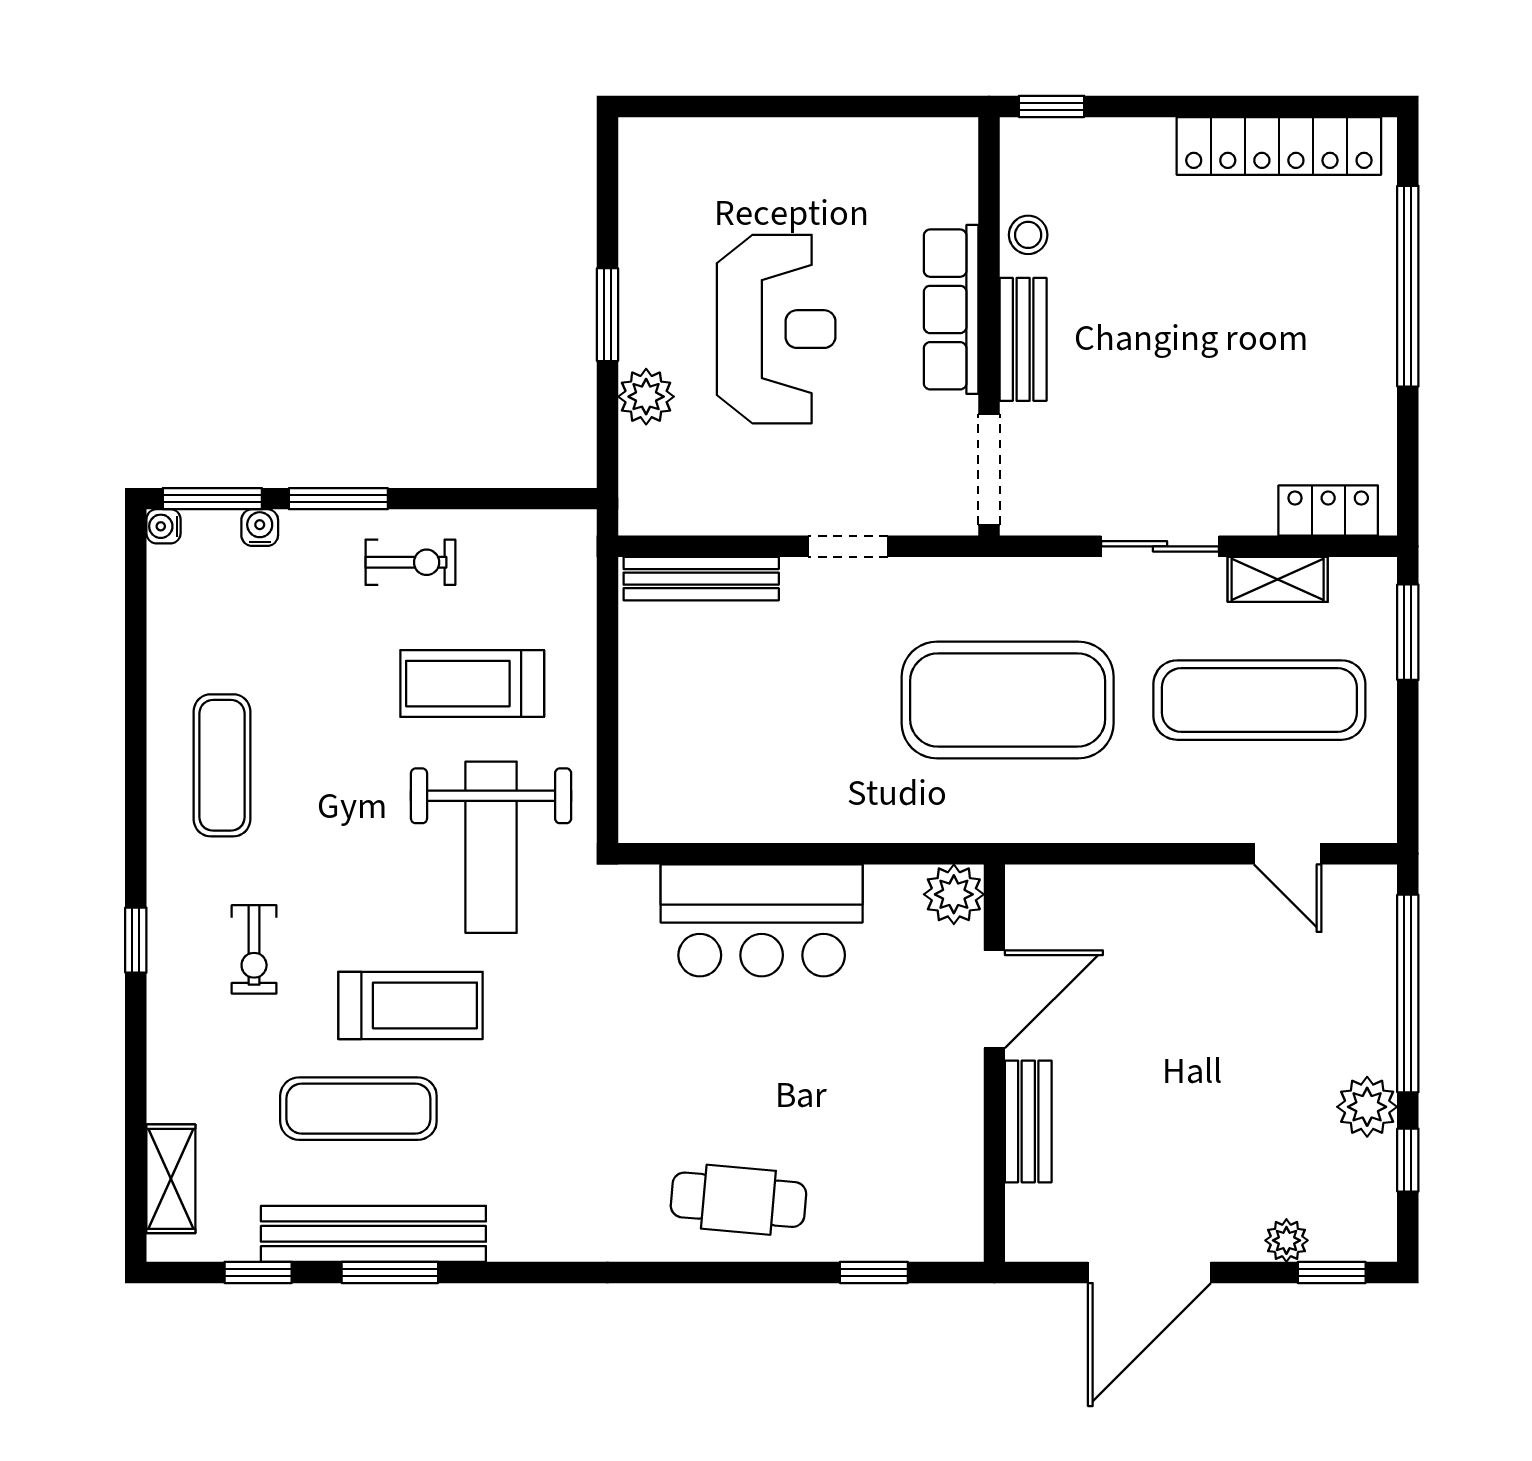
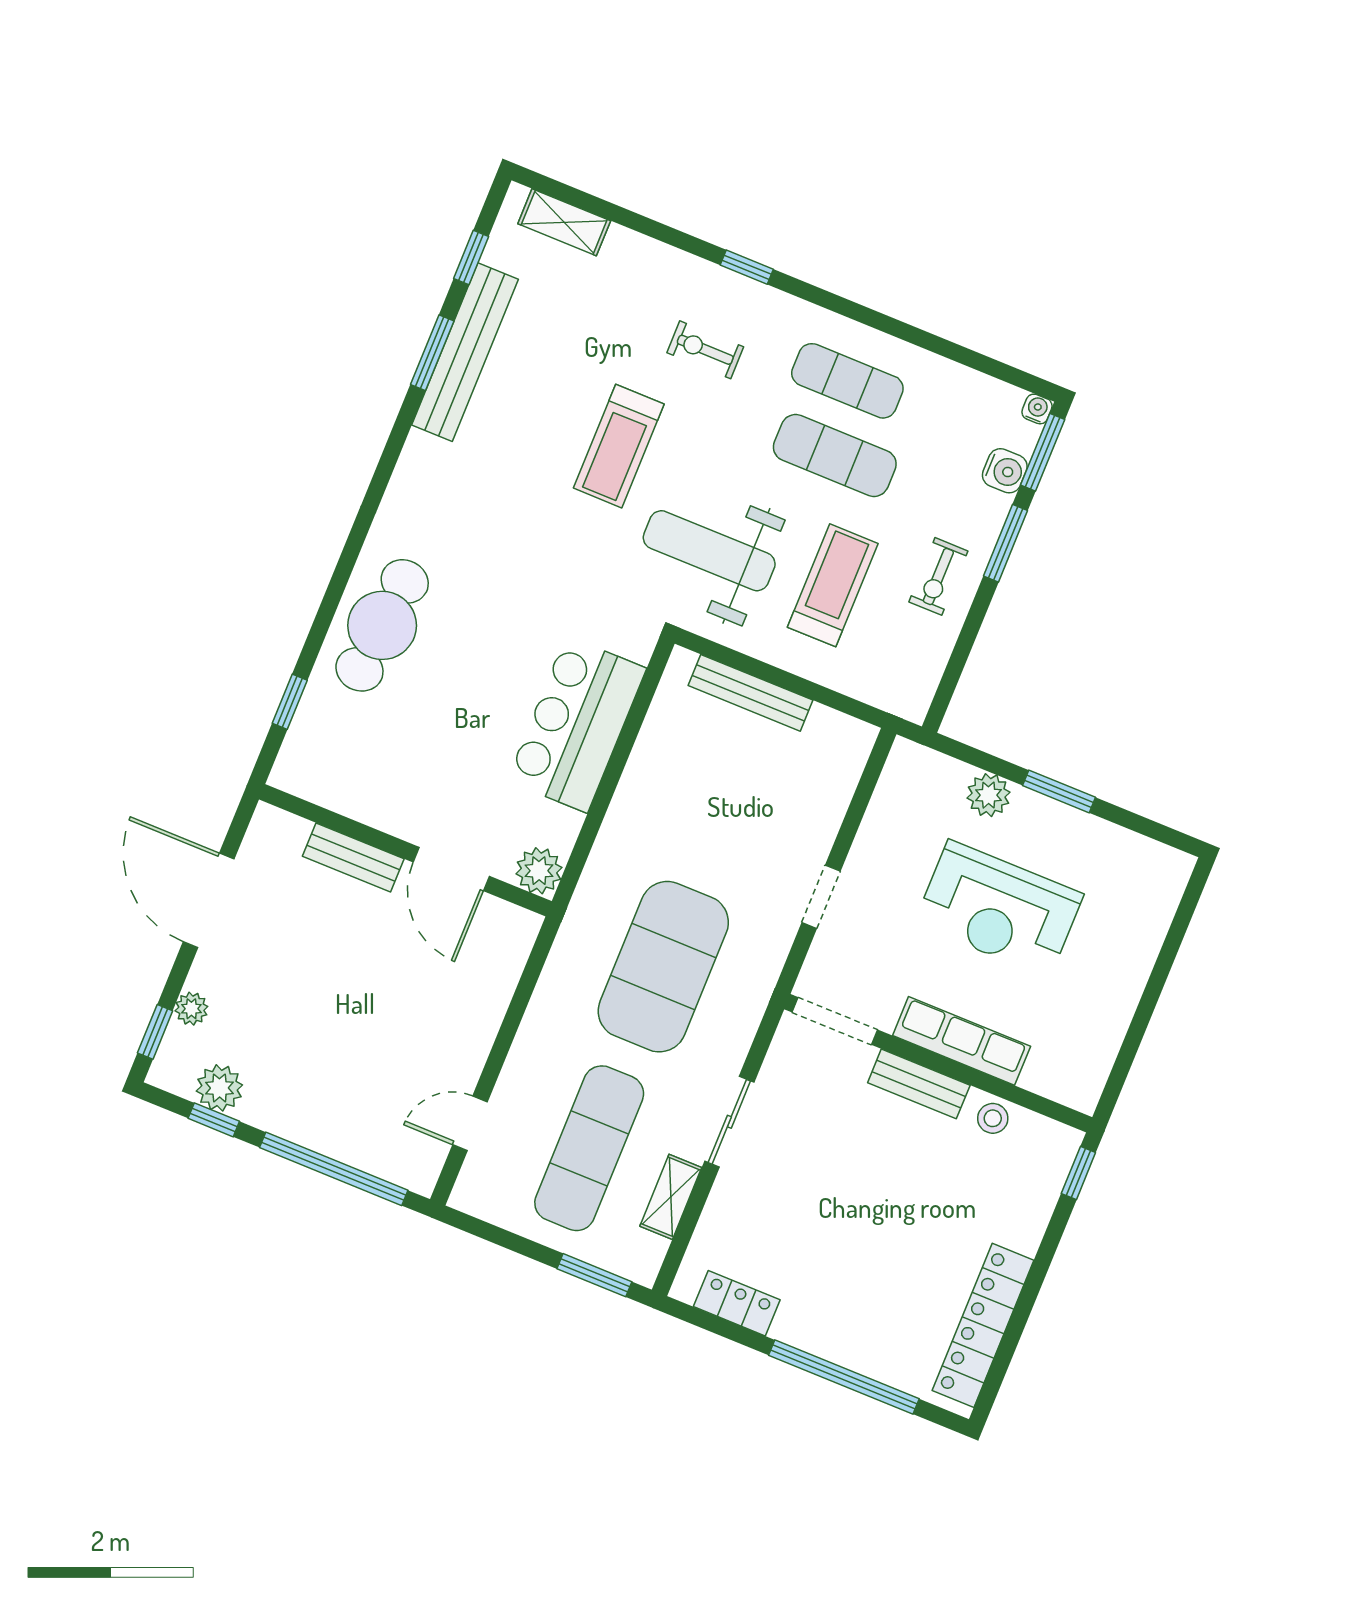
locker: (1328, 511) -> (737, 1303), moved, turned -90
water cooler: (260, 528) -> (1005, 471), width x1.38, depth x1.38
bench: (701, 579) -> (751, 693), moved, turned 90
plant: (1367, 1107) -> (219, 1088), moved
exercise mat: (358, 1109) -> (835, 456), moved, turned 90
cafe table: (738, 1200) -> (382, 625), width x1.37, depth x1.35

